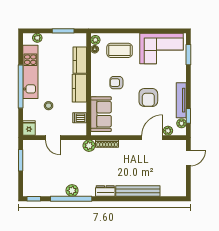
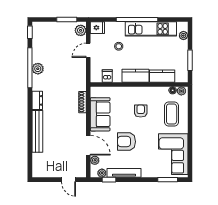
sofa: (101, 114) -> (100, 114), moved, turned -90
plant: (89, 146) -> (81, 30), moved

